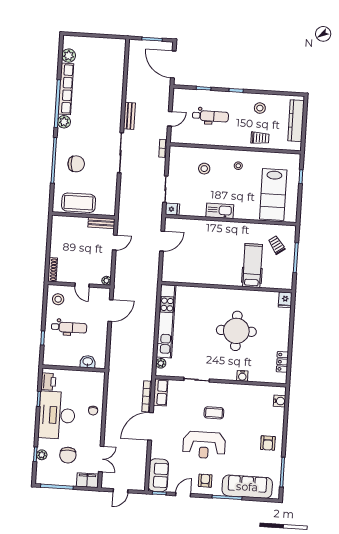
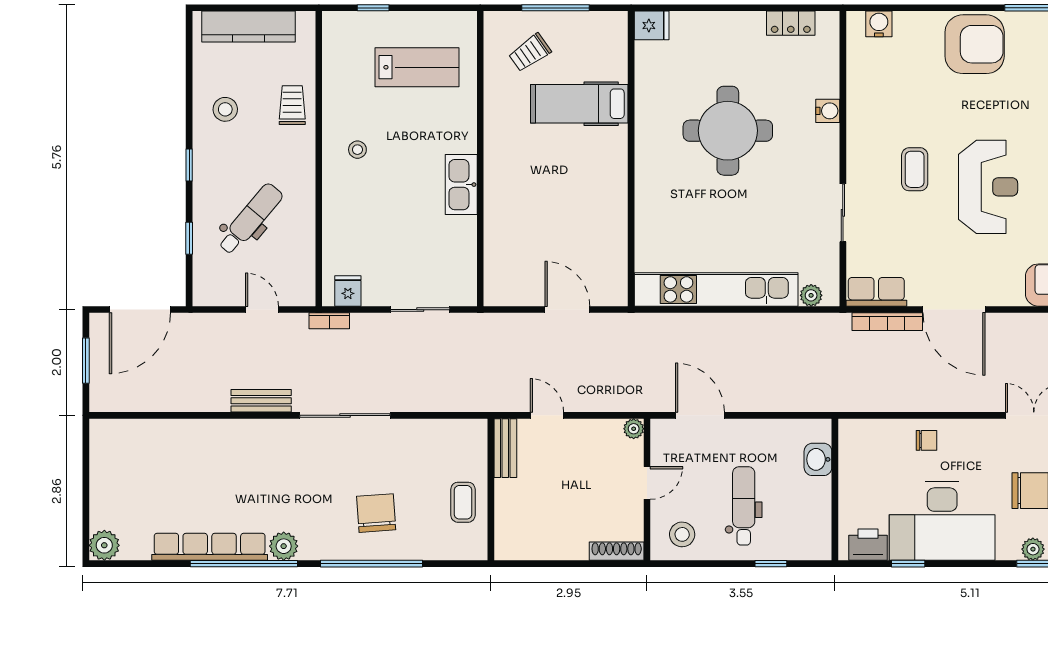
plant: (69, 56) -> (104, 545), moved
dental chair: (210, 116) -> (250, 219), turned 40
stool: (204, 169) -> (369, 226), removed
lab bench: (273, 194) -> (417, 67), width x0.73, depth x0.72
coffee table: (79, 203) -> (463, 502), width x0.54, depth x0.58
fridge: (172, 209) -> (348, 291), moved
door: (162, 241) -> (567, 310), moved
armchair: (268, 443) -> (975, 44), width x1.88, depth x1.88

